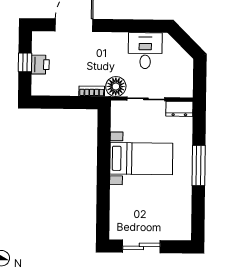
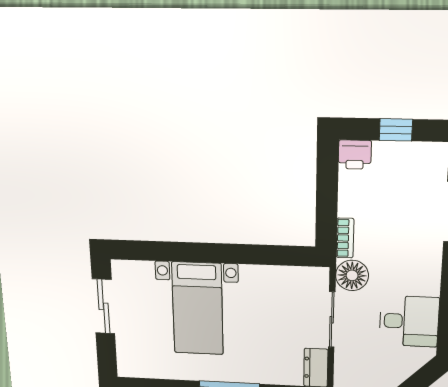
printer: (40, 65) -> (355, 155), moved
bed with nightstands: (141, 159) -> (198, 309), moved

